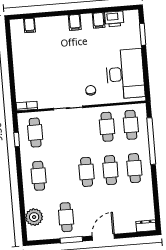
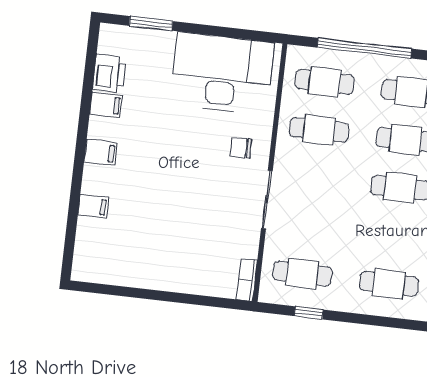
filing cabinet: (30, 25) -> (93, 206), moved

